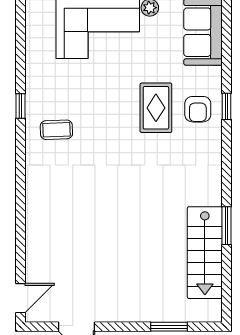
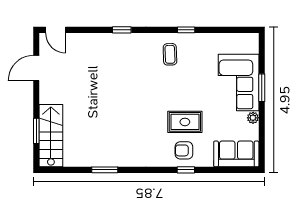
window: (20, 201) -> (122, 30), added
stairs: (205, 253) -> (51, 136), moved, turned 90

